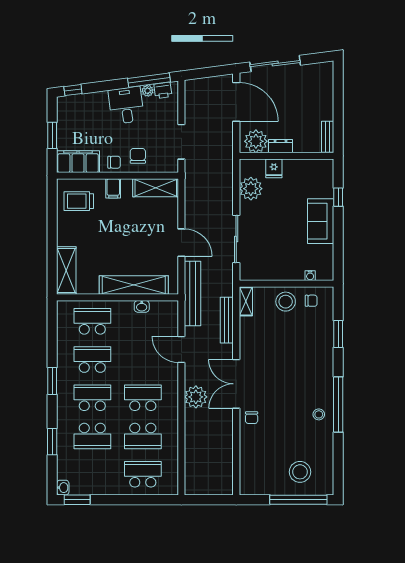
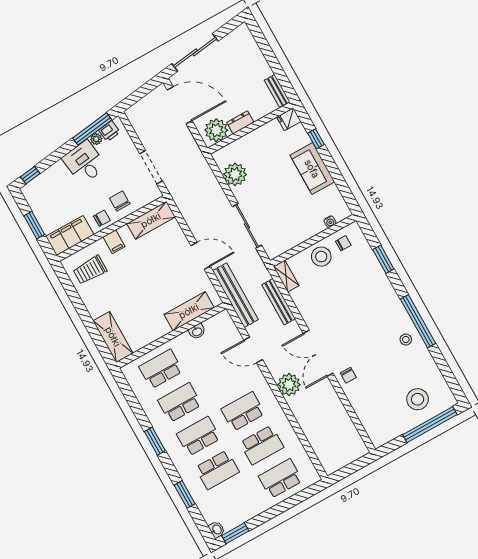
fridge: (274, 168) -> (289, 119), moved, turned 90
shelving: (134, 285) -> (189, 311), width x0.68

